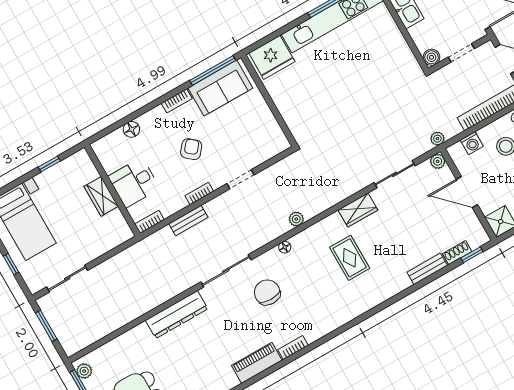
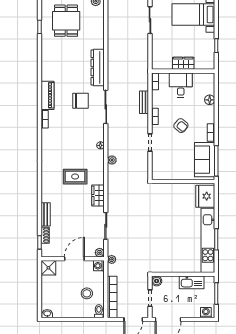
washing machine: (472, 143) -> (99, 266), moved
chair: (267, 292) -> (81, 101), moved

